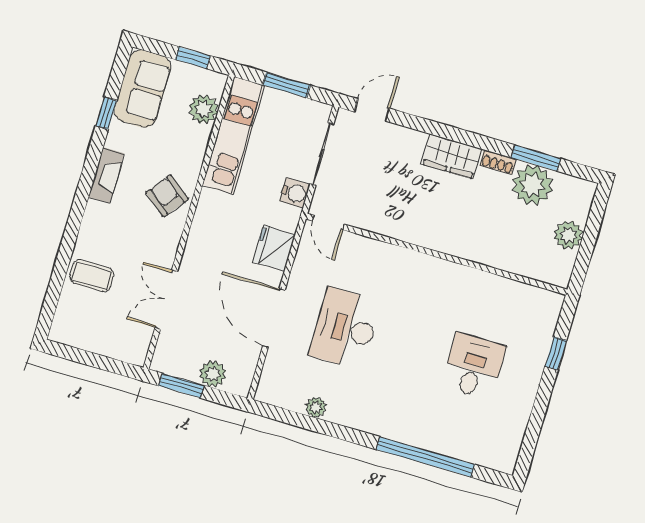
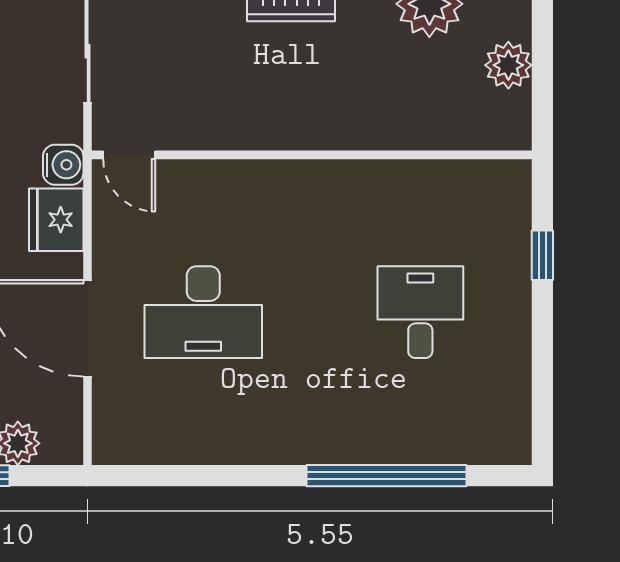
water cooler: (295, 193) -> (63, 165), moved
desk: (345, 328) -> (203, 312), turned -90
plant: (316, 407) -> (193, 448), removed

